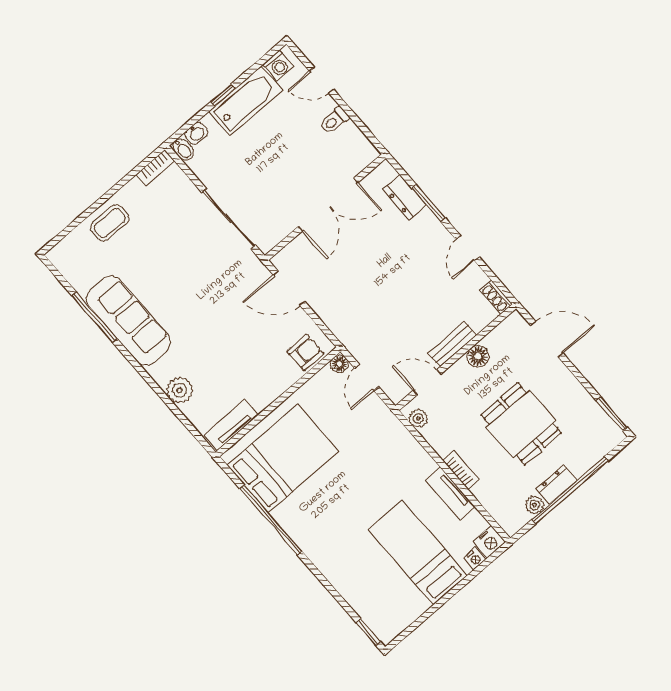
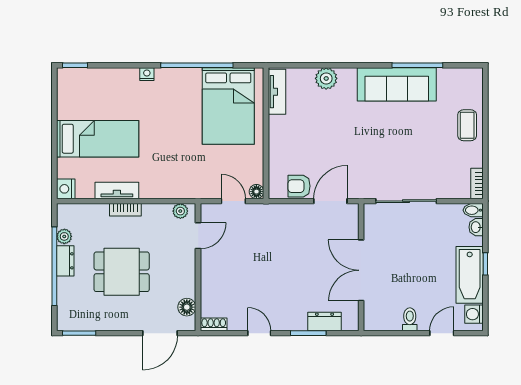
bench: (452, 344) -> (208, 272), removed
armchair: (305, 353) -> (299, 186), moved, turned 90
floor lamp: (478, 356) -> (187, 307), moved
nightstand: (475, 559) -> (147, 74), moved, turned 90

